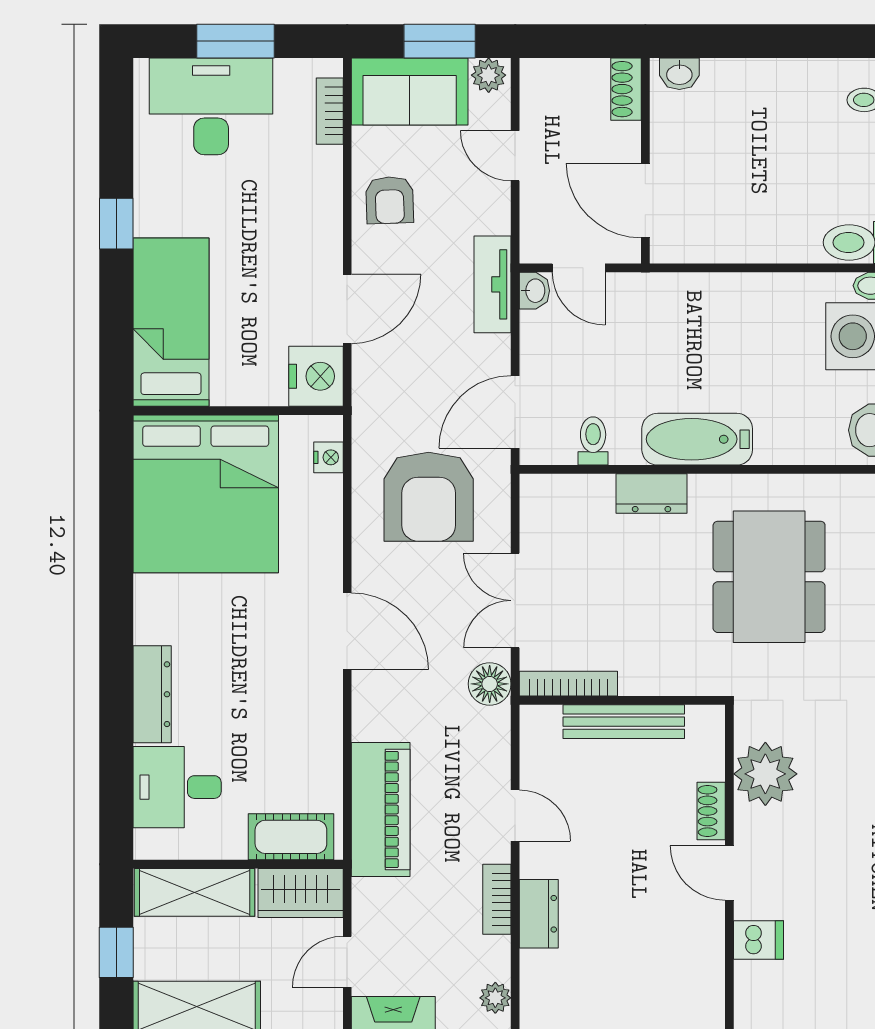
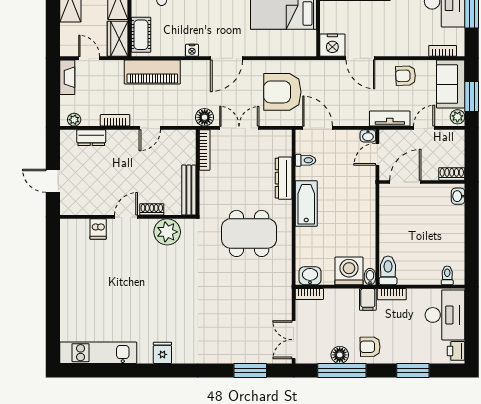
tv unit: (493, 284) -> (390, 118), moved
nightstand: (328, 457) -> (192, 50), moved
dresser: (652, 494) -> (284, 178), width x1.44
bench: (624, 722) -> (189, 190), moved
dresser: (539, 914) -> (91, 138), moved

